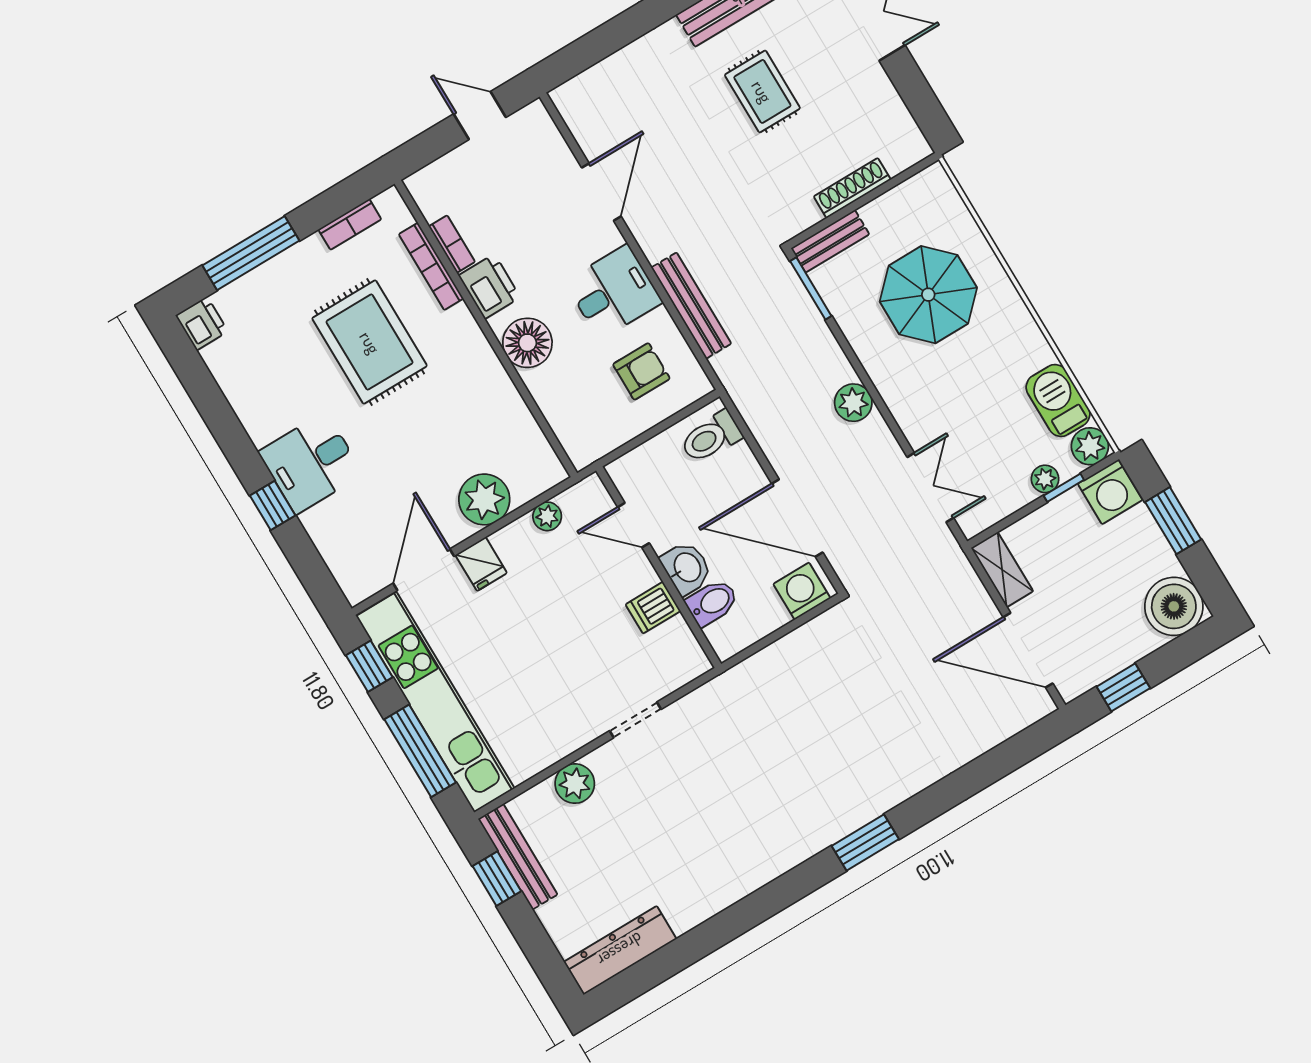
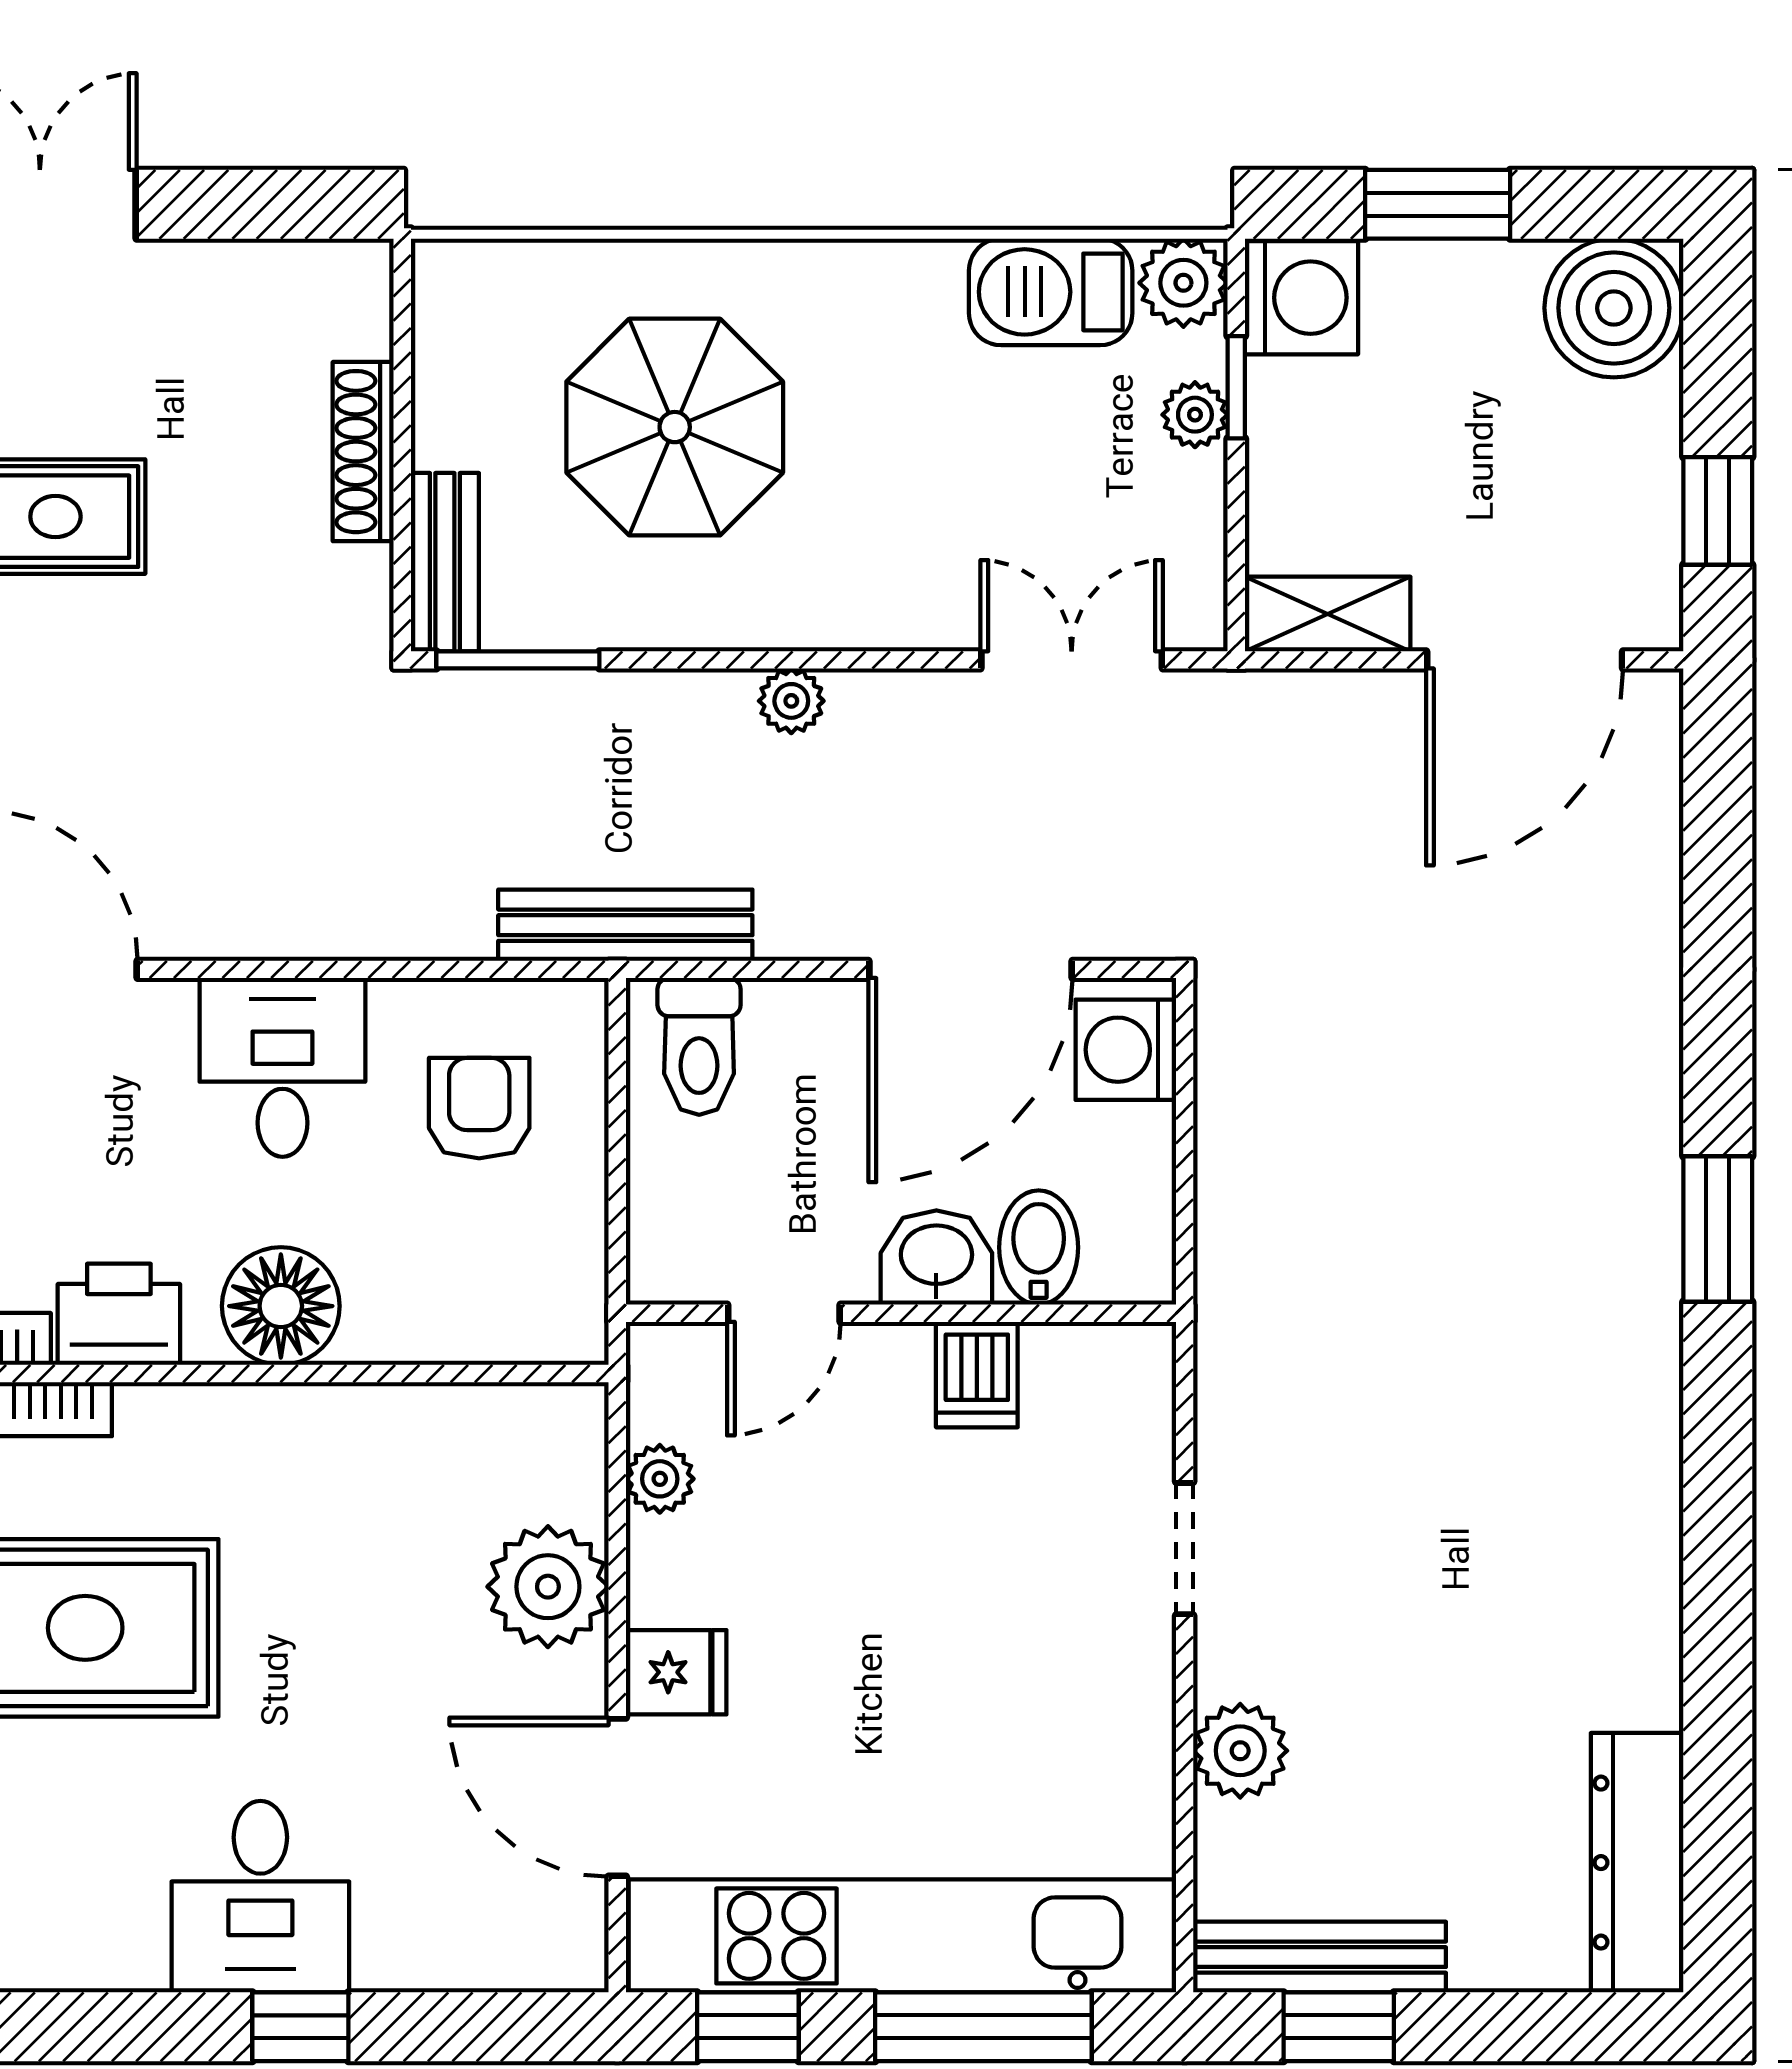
bench: (691, 306) -> (625, 925), moved
plant: (853, 403) -> (791, 701), width x0.73, depth x0.73

